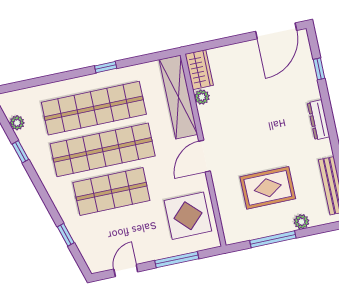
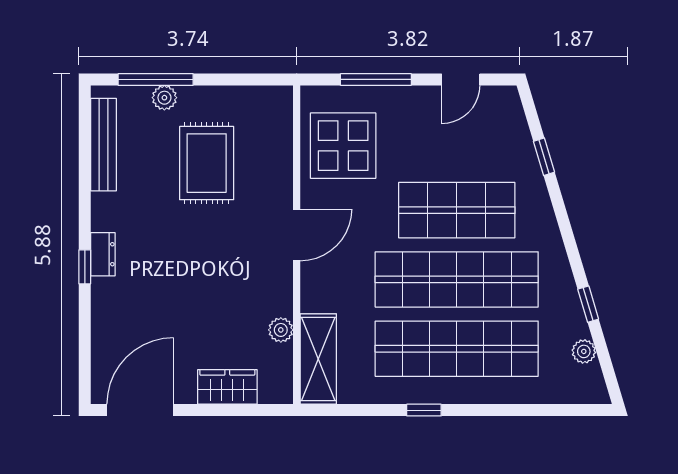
window: (319, 69) -> (85, 267), moved
wardrobe: (199, 70) -> (227, 387), moved, turned 90
shelving: (178, 97) -> (318, 359), width x0.68
dresser: (318, 120) -> (103, 254), width x0.70
rug: (268, 188) -> (207, 163), turned 90
window: (273, 239) -> (156, 79), moved

